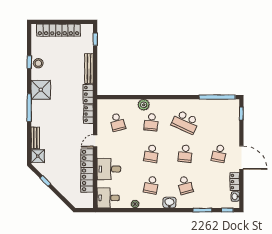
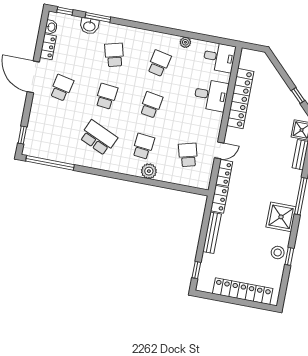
door: (95, 141) -> (219, 150), moved
washbasin: (169, 203) -> (89, 26), moved

